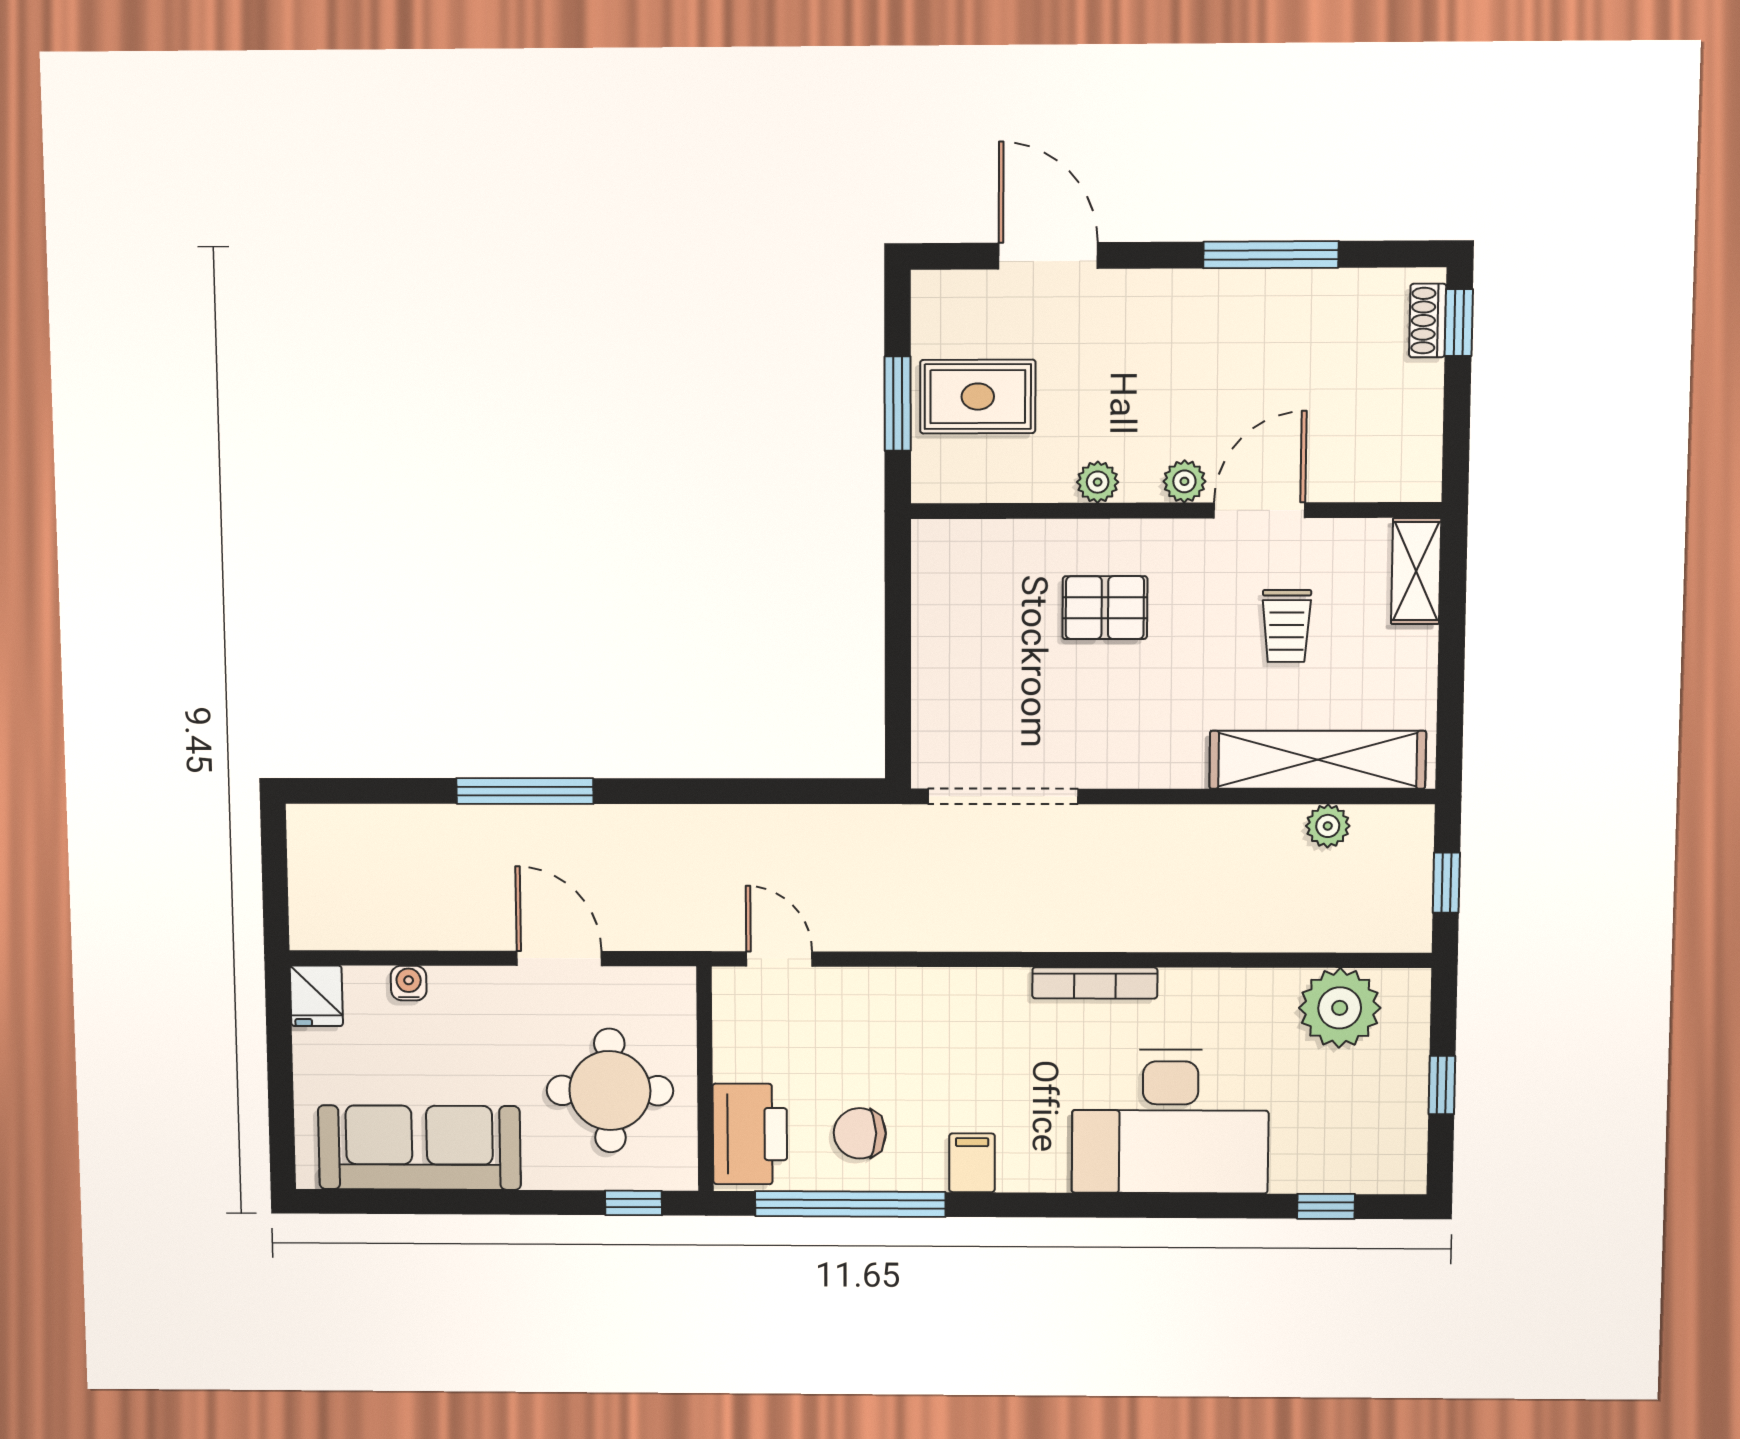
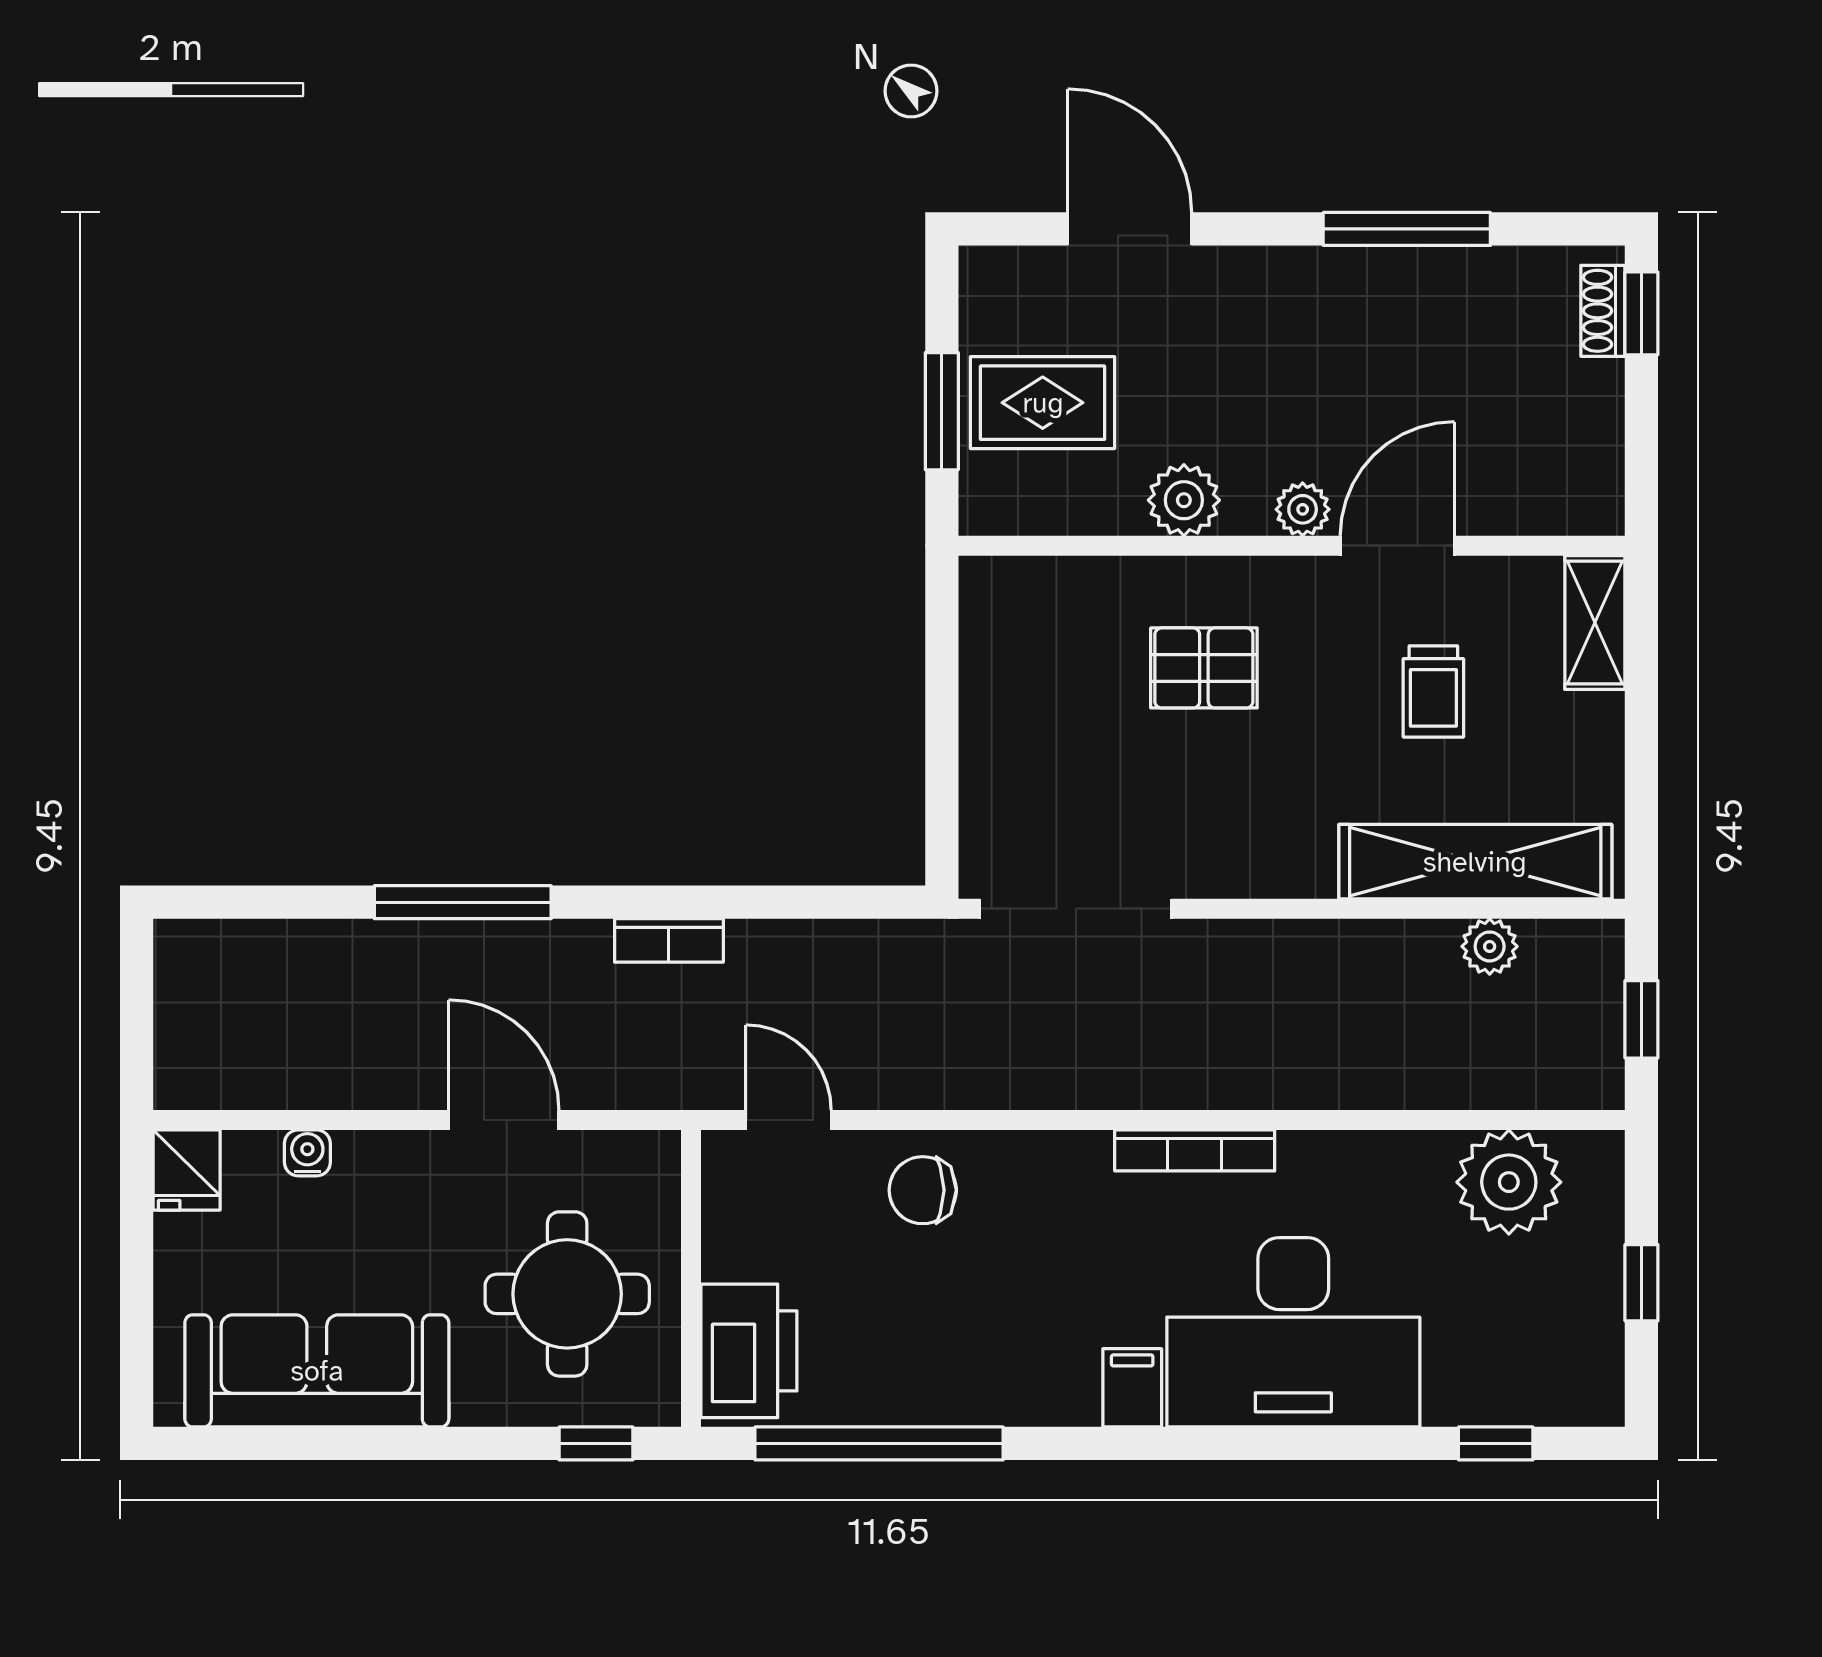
plant: (1098, 482) -> (1184, 500), width x1.38, depth x1.38
bookcase: (685, 821) -> (669, 940), added
chair: (860, 1133) -> (923, 1190), moved
filing cabinet: (972, 1163) -> (1132, 1388), moved

